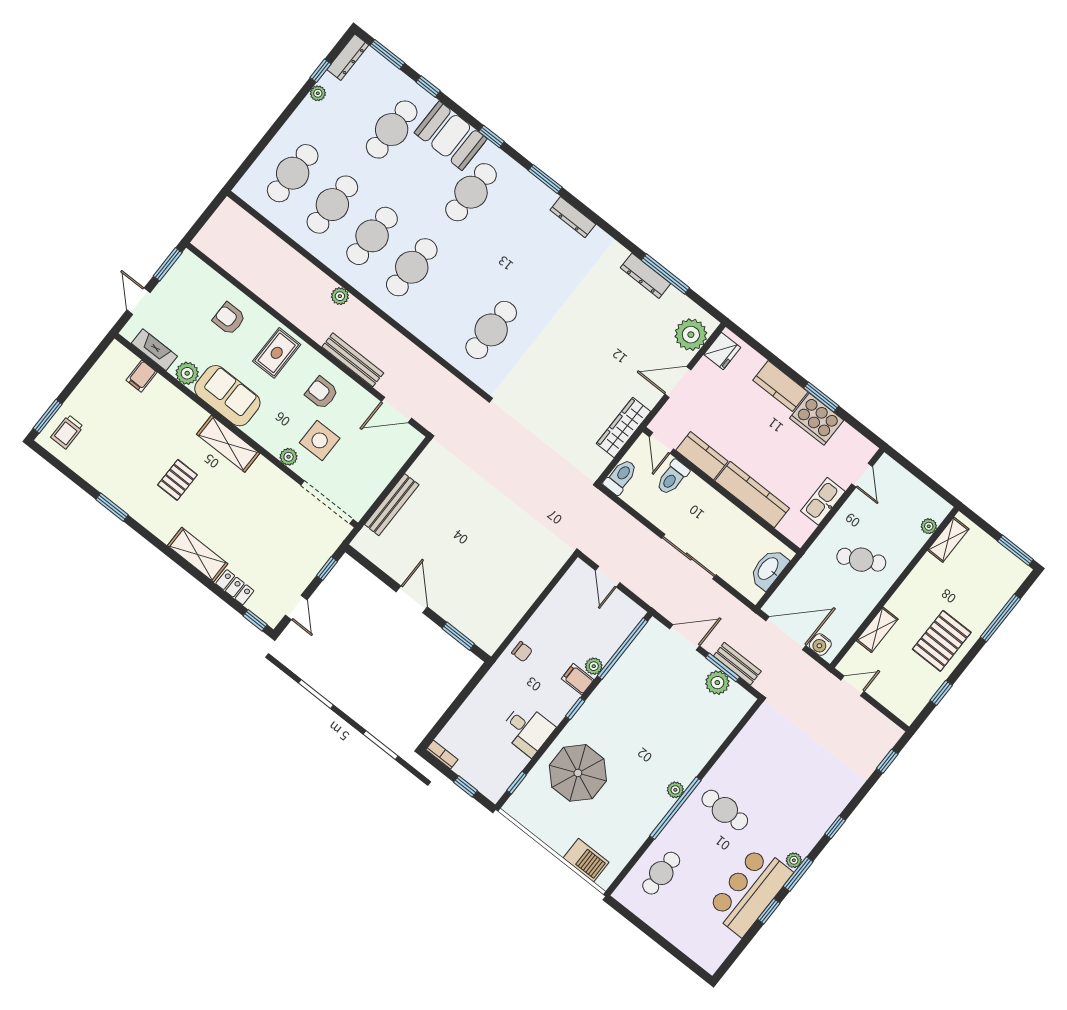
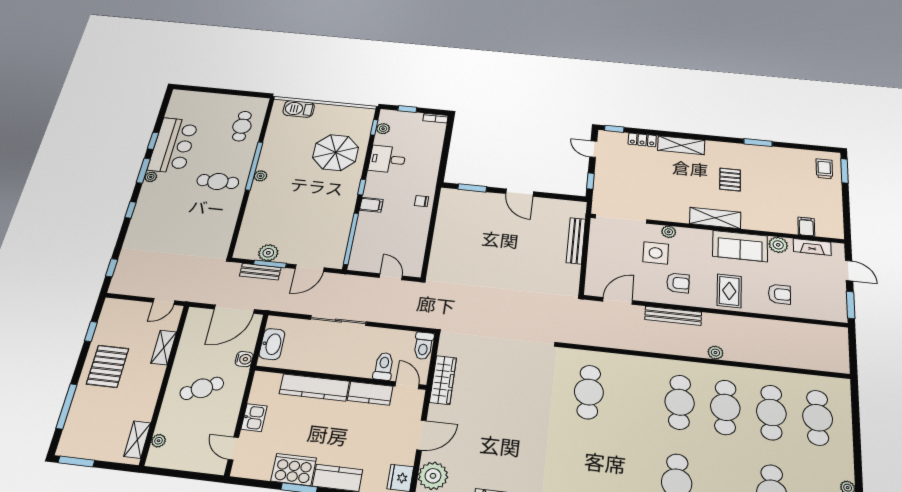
kitchen sink: (823, 501) -> (254, 418), width x0.73
water cooler: (820, 645) -> (244, 359), moved, turned 90
plant: (594, 666) -> (383, 129), moved

